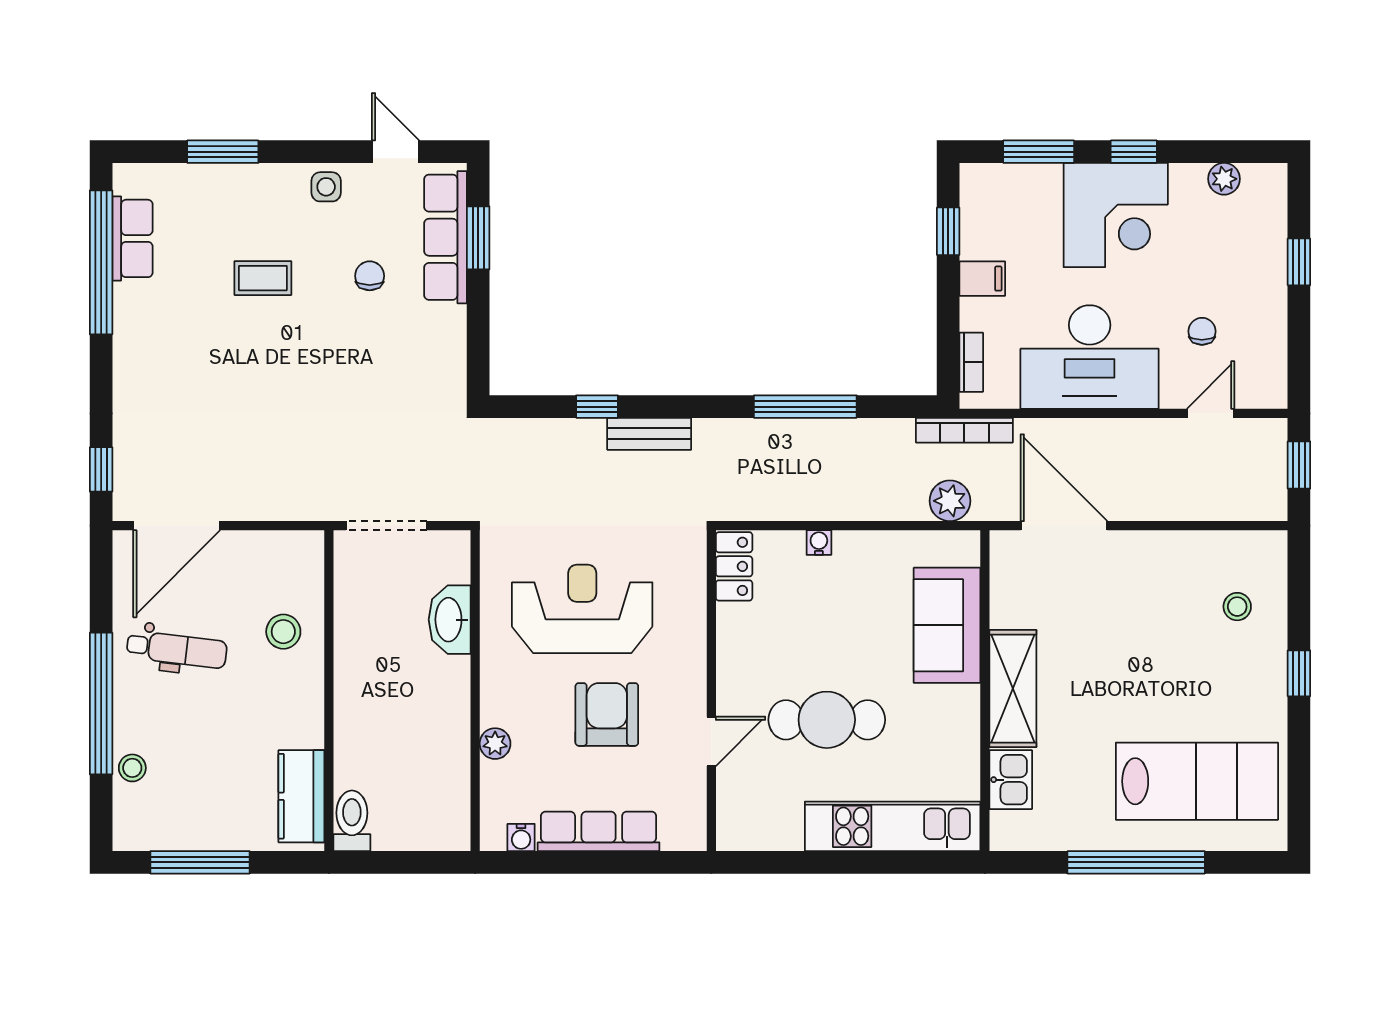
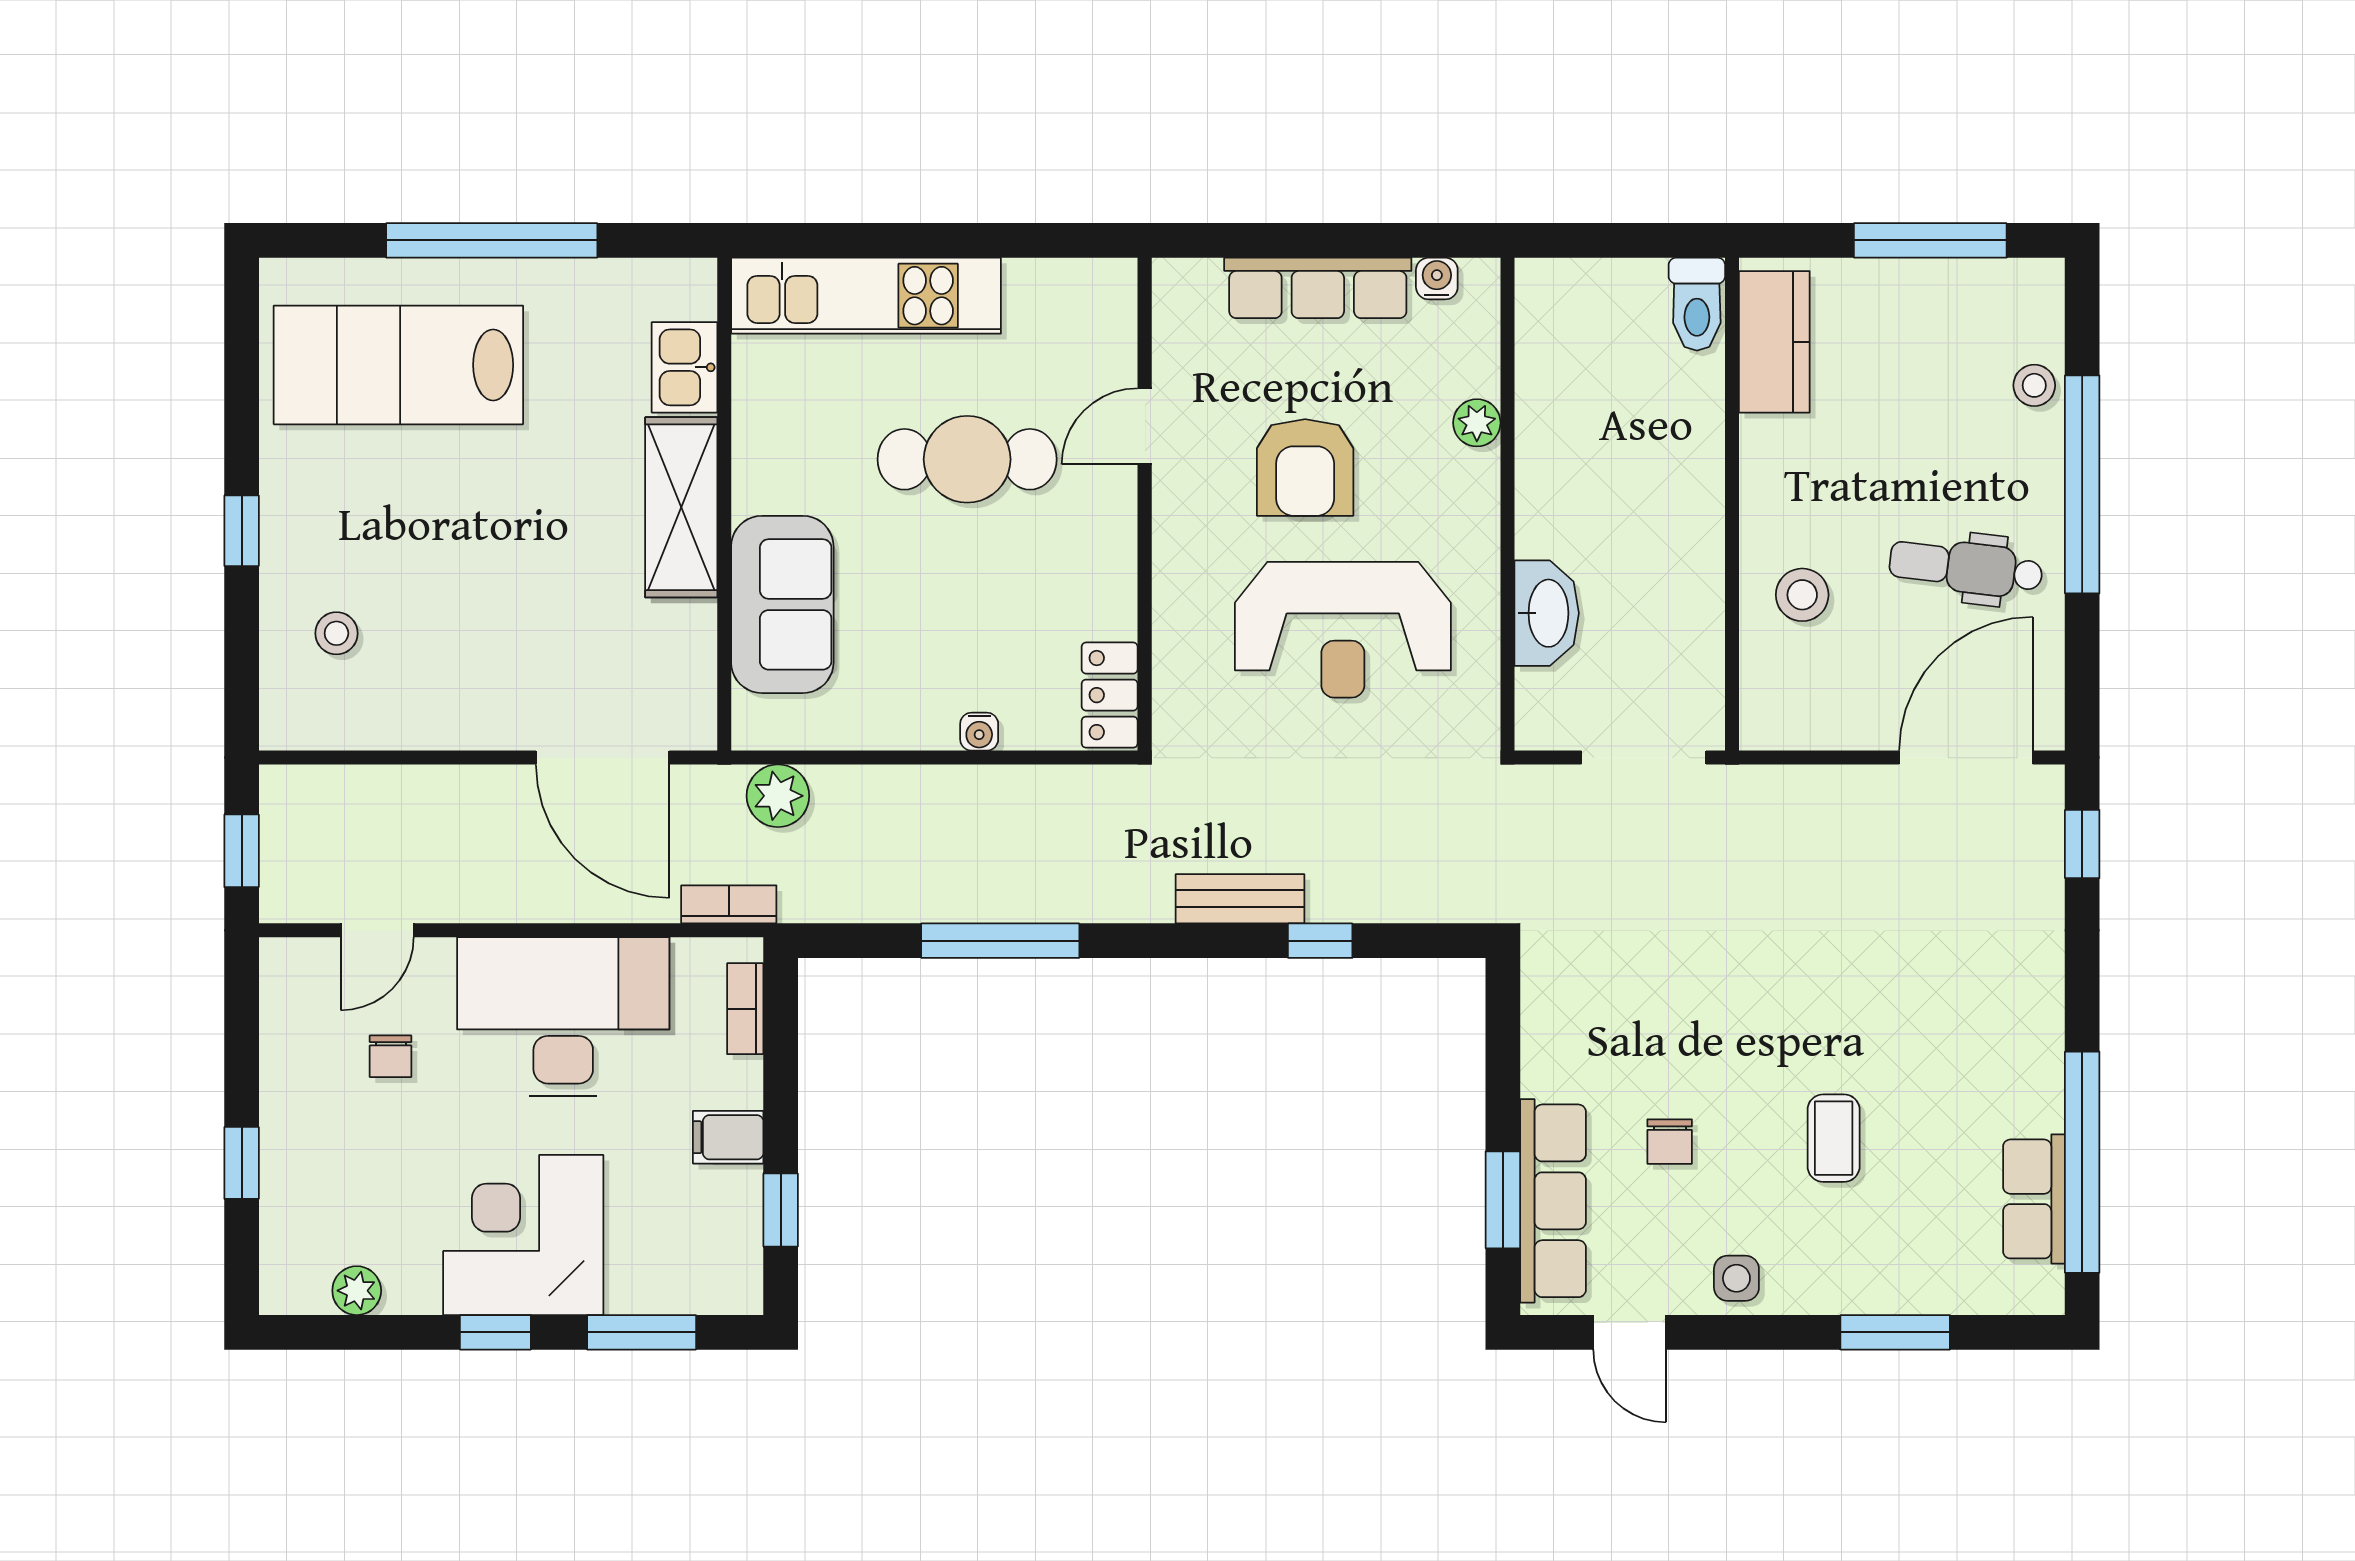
coffee table: (263, 278) -> (1834, 1138), turned 90
bookcase: (964, 430) -> (729, 904), width x0.64

